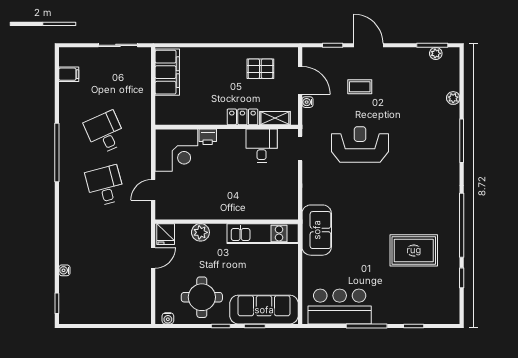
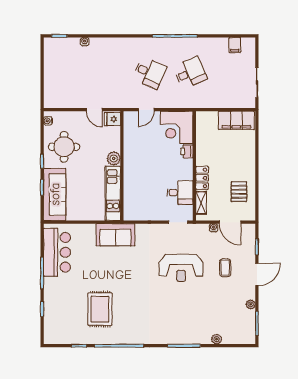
plant: (436, 53) -> (251, 304), moved
door: (300, 80) -> (230, 222), hinge flipped
reception desk: (360, 144) -> (181, 268), turned 90
desk: (105, 186) -> (149, 73), turned 39
door: (153, 190) -> (146, 110), swing flipped
plant: (200, 232) -> (114, 158), moved

